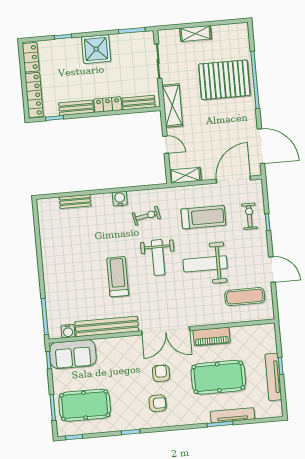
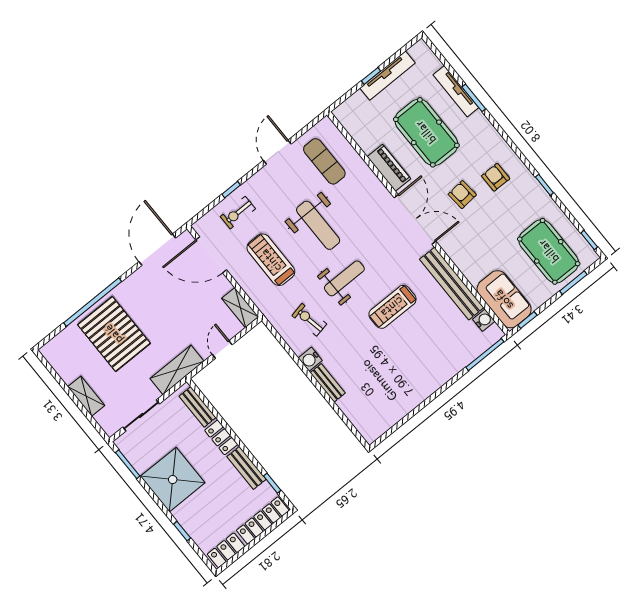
shower: (96, 49) -> (173, 480), width x1.37, depth x1.37
bench: (75, 201) -> (328, 383), moved
armchair: (161, 373) -> (462, 195), turned 85

